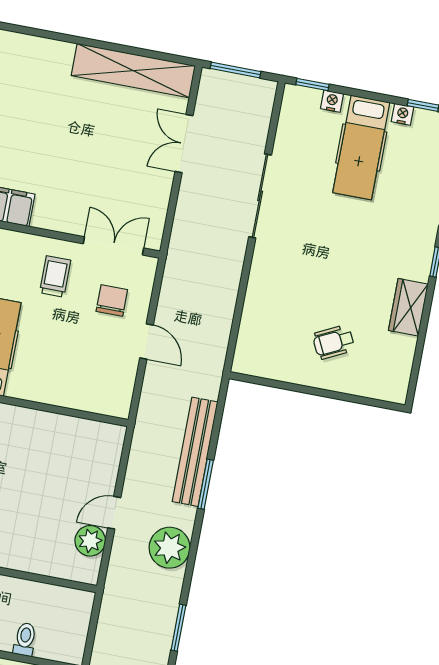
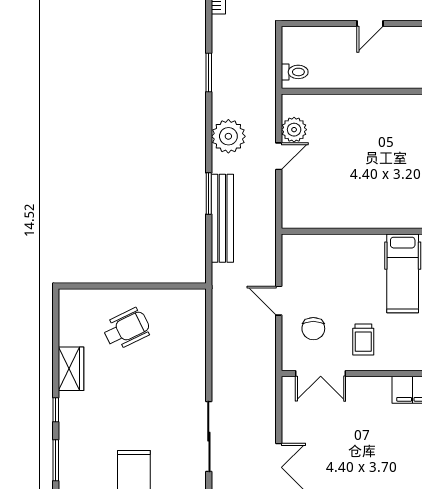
wheelchair: (334, 342) -> (127, 329), width x1.36, depth x1.37
toilet: (25, 639) -> (295, 72), moved, turned -90

